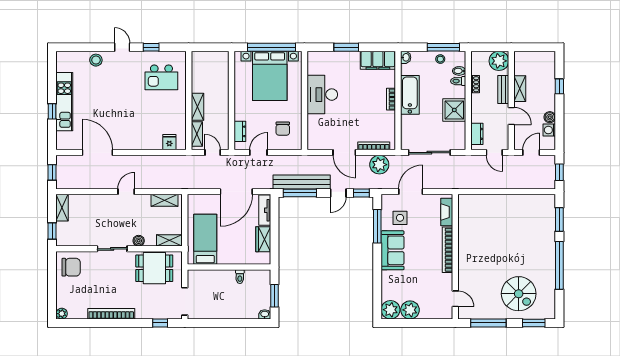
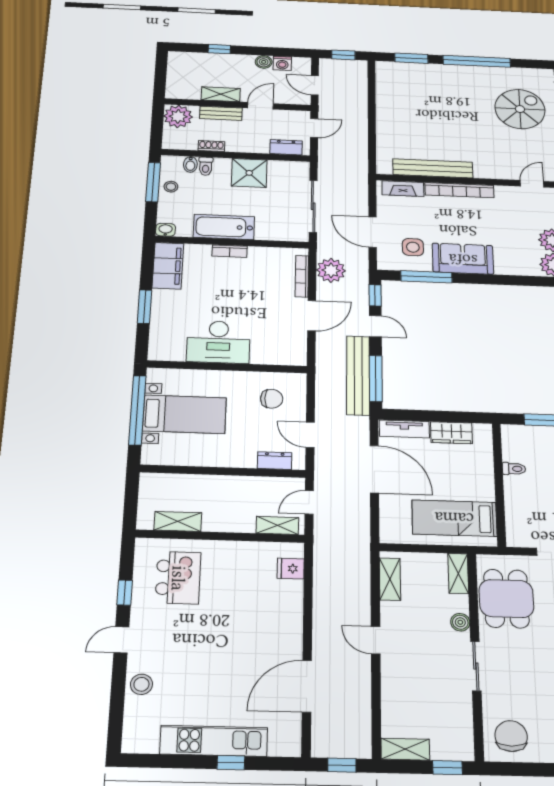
bed with nightstands: (270, 76) -> (185, 414), width x0.73
shelving: (197, 107) -> (178, 521), moved
bench: (465, 232) -> (433, 168), added

